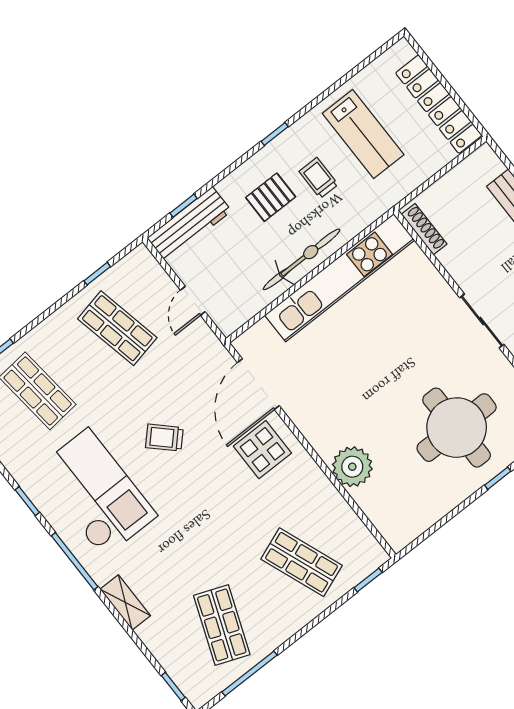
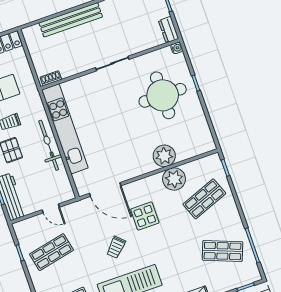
shoe rack: (424, 229) -> (51, 78), width x0.70
display table: (262, 450) -> (145, 216), moved
plant: (318, 498) -> (174, 179), added

